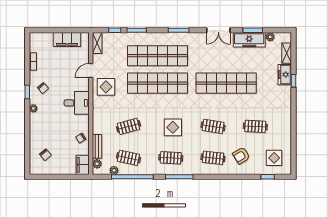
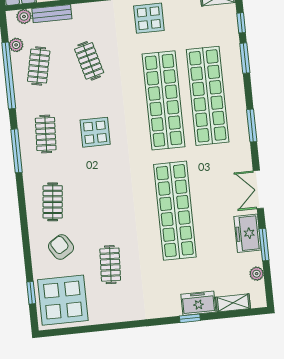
freezer: (249, 40) -> (248, 233), width x0.71
clothes rail: (213, 126) -> (103, 197), removed
display table: (274, 158) -> (63, 300), width x1.86, depth x1.86

